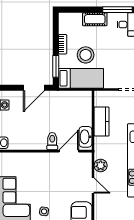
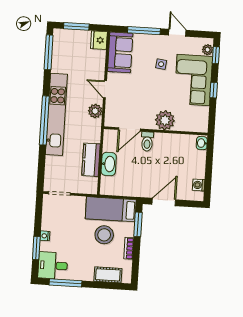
cot: (95, 19) -> (108, 275), moved
washbasin: (85, 137) -> (109, 164), moved
plant: (37, 161) -> (165, 120), added

